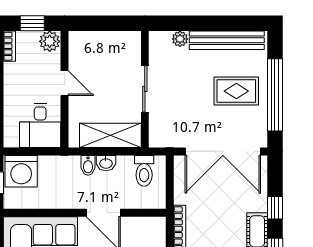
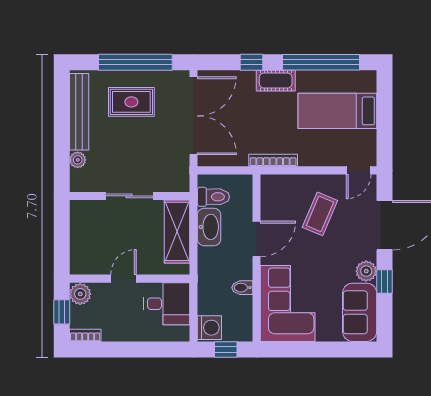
rug: (236, 91) -> (131, 102), turned 90
washbasin: (106, 163) -> (209, 227), width x1.91, depth x1.45
bidet: (88, 165) -> (242, 288), moved, turned 180
washing machine: (21, 171) -> (209, 328), width x0.73, depth x0.73

